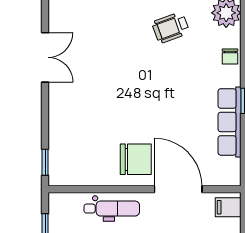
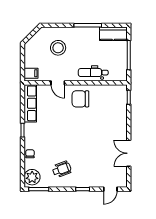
row of seats: (230, 122) -> (30, 103), moved
door: (178, 189) -> (58, 83), width x0.53

